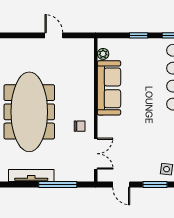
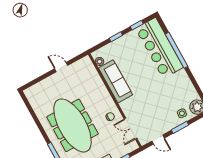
double door: (96, 154) -> (131, 129), swing flipped

